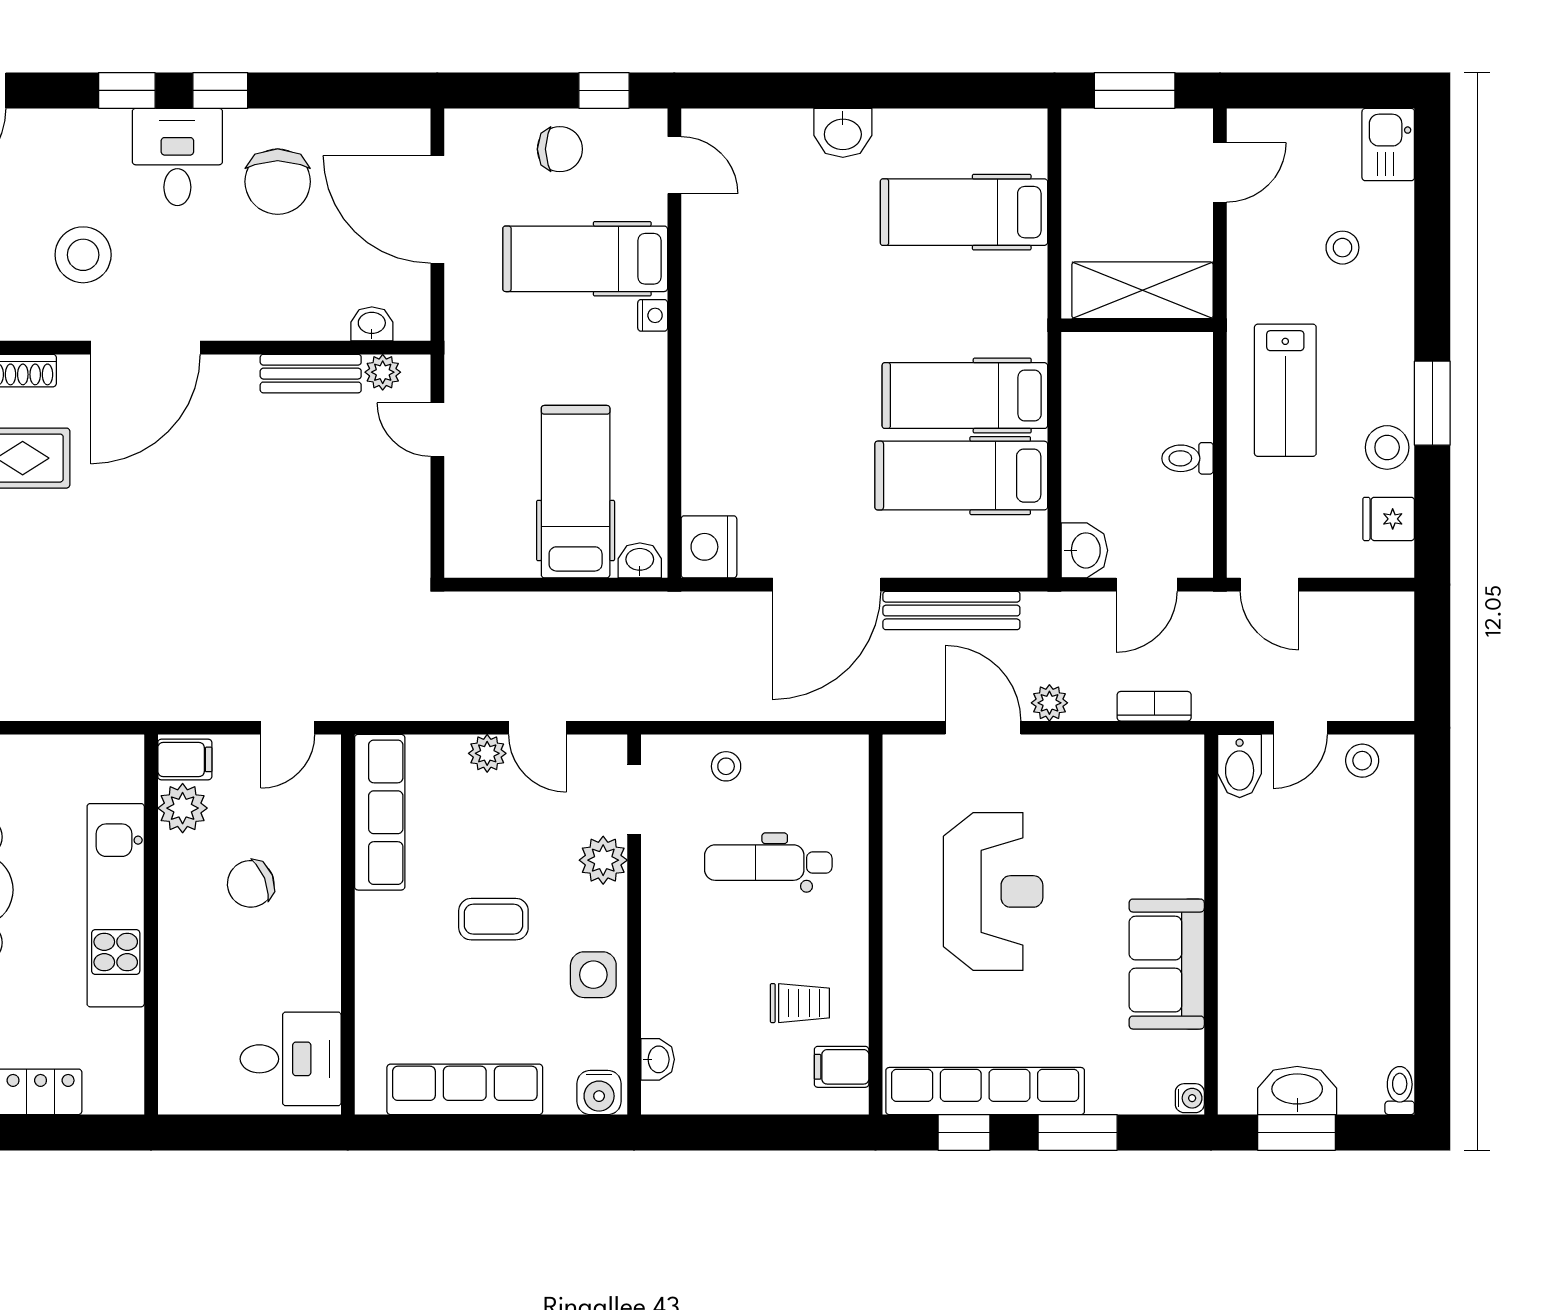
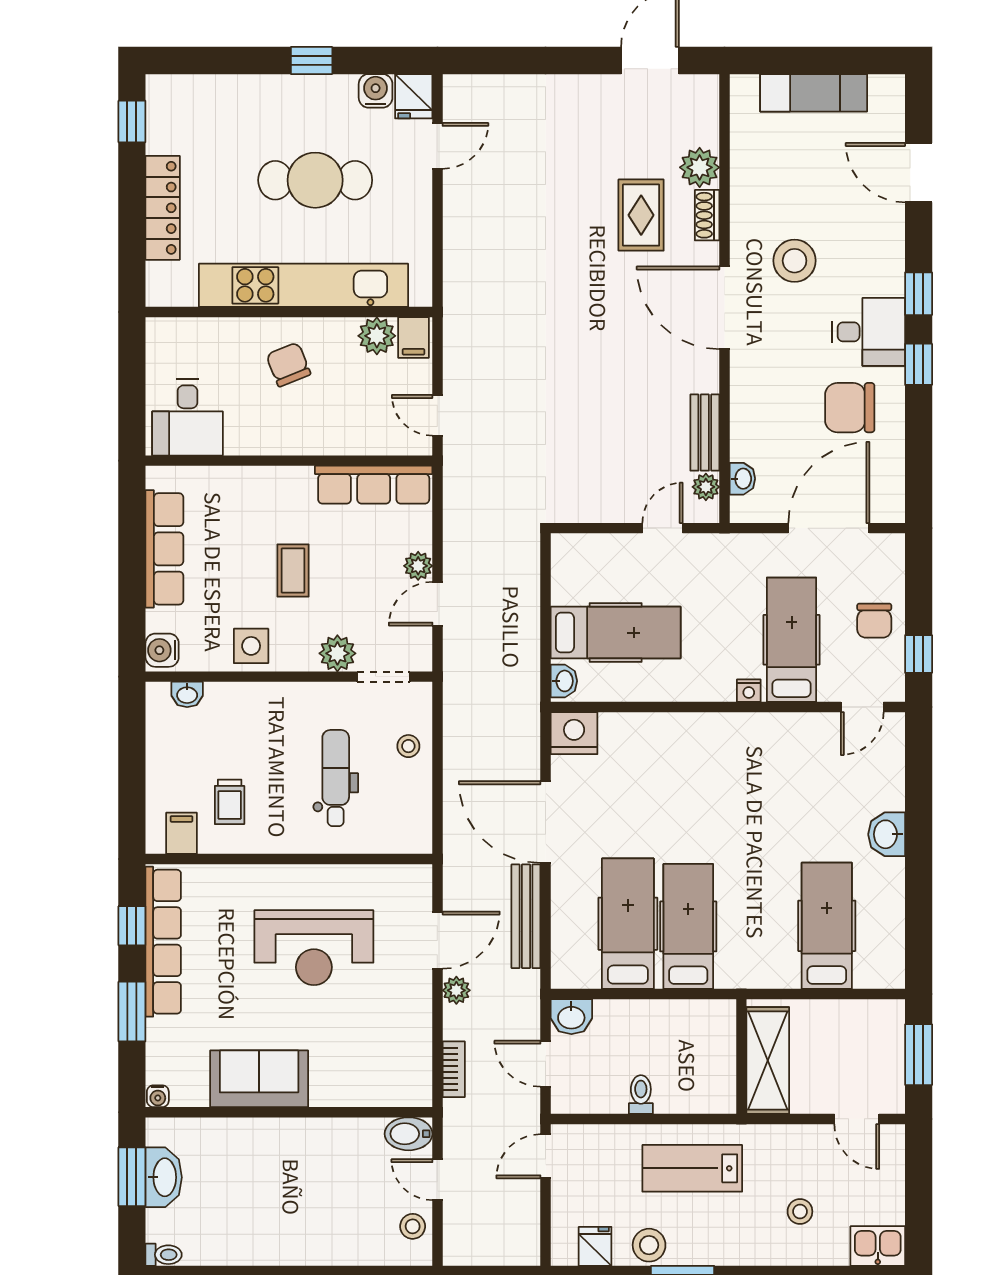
chair: (251, 884) -> (288, 364), moved
kitchen unit: (116, 905) -> (303, 285), width x1.36

